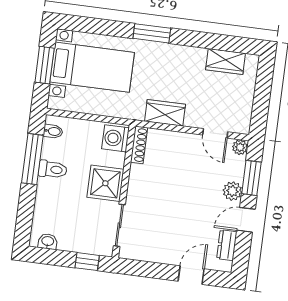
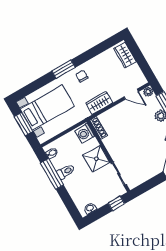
chair: (169, 60) -> (82, 76), added
wardrobe: (225, 61) -> (125, 55), moved, turned 90

